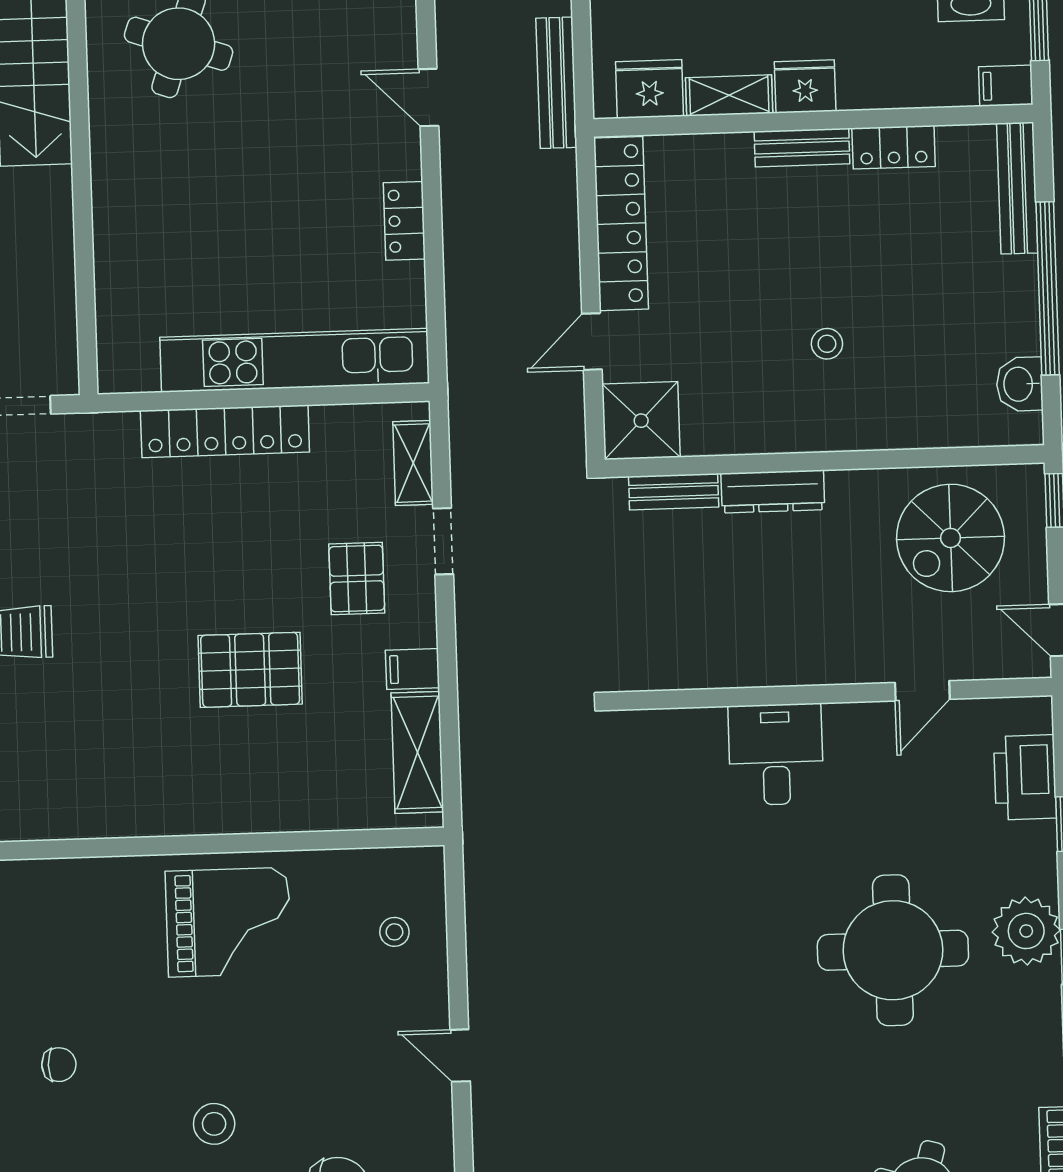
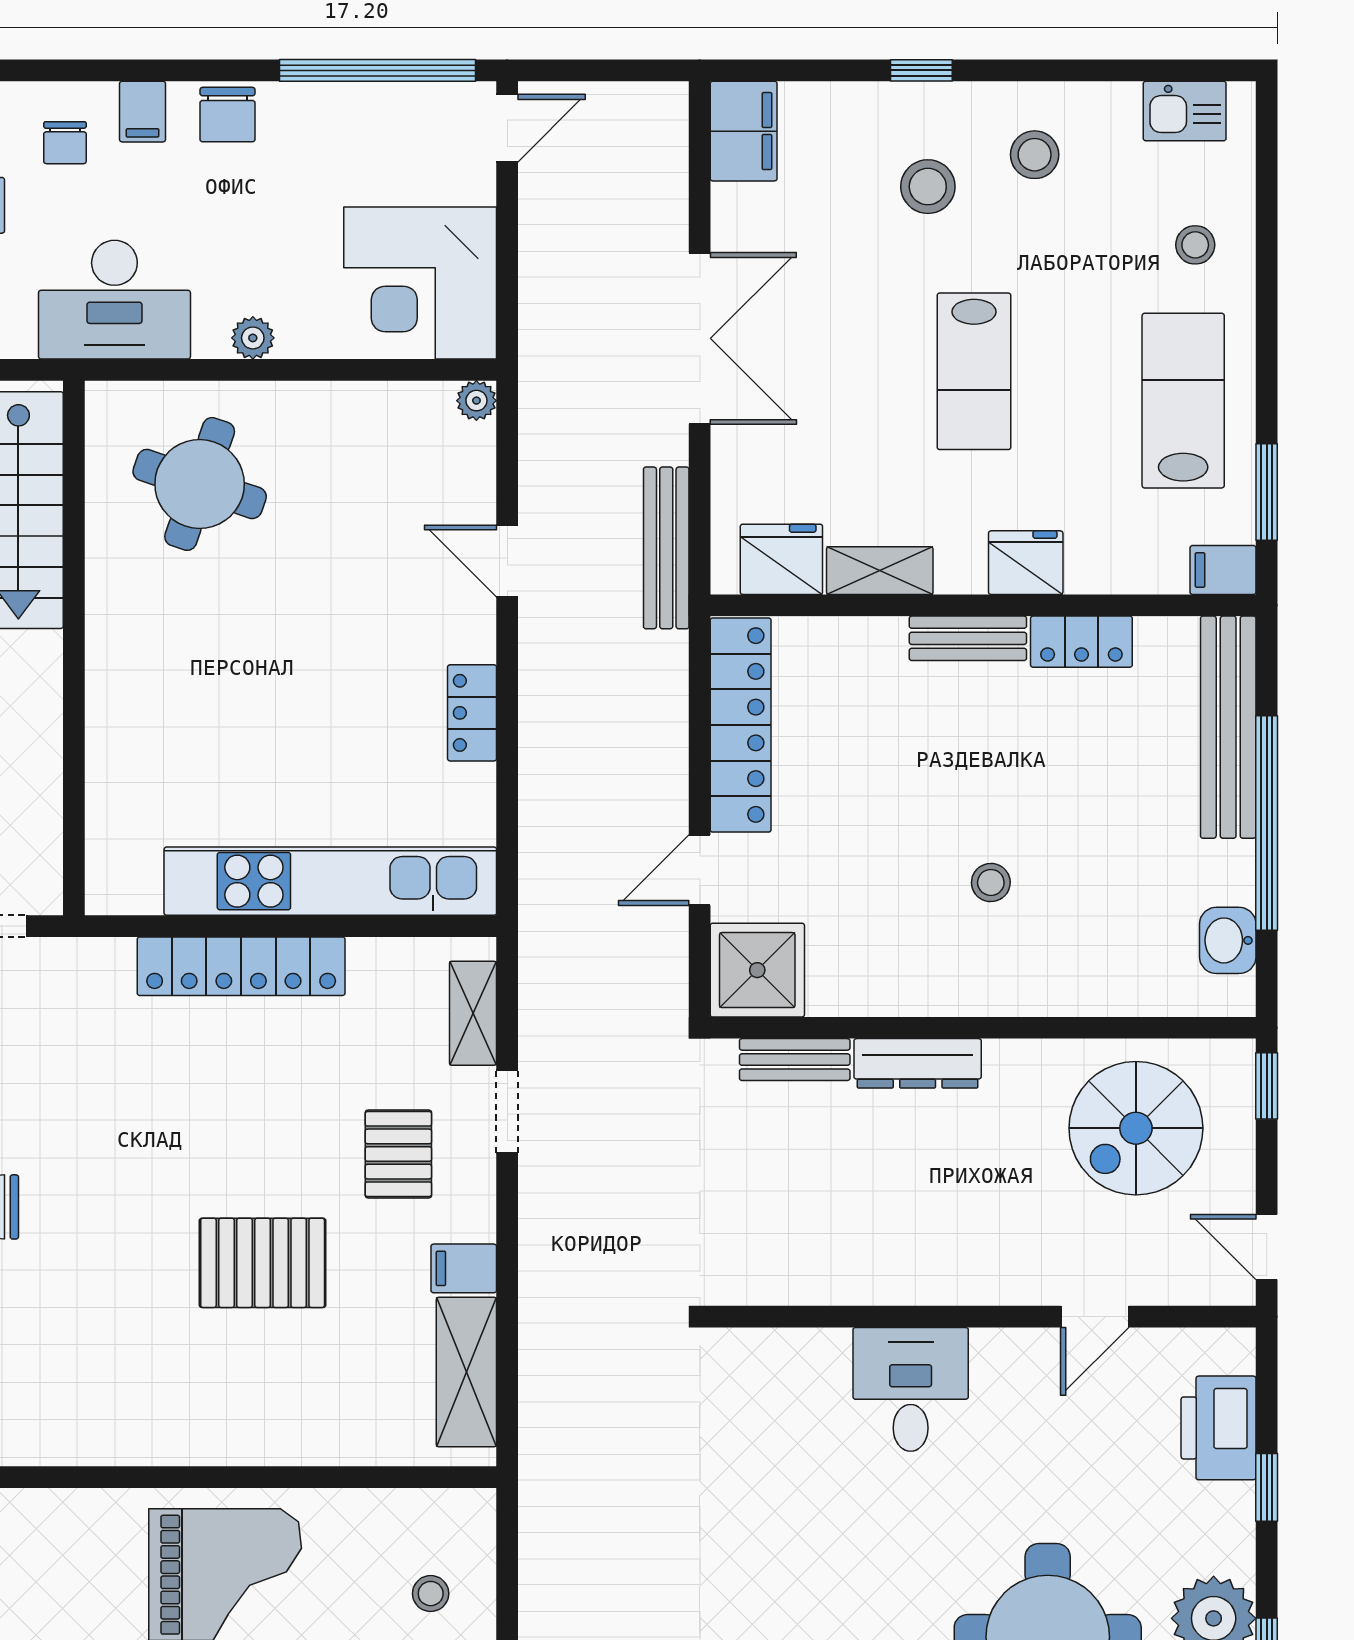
fridge: (805, 86) -> (1026, 563), moved
bench: (1017, 188) -> (1228, 727), width x1.37, depth x1.21

